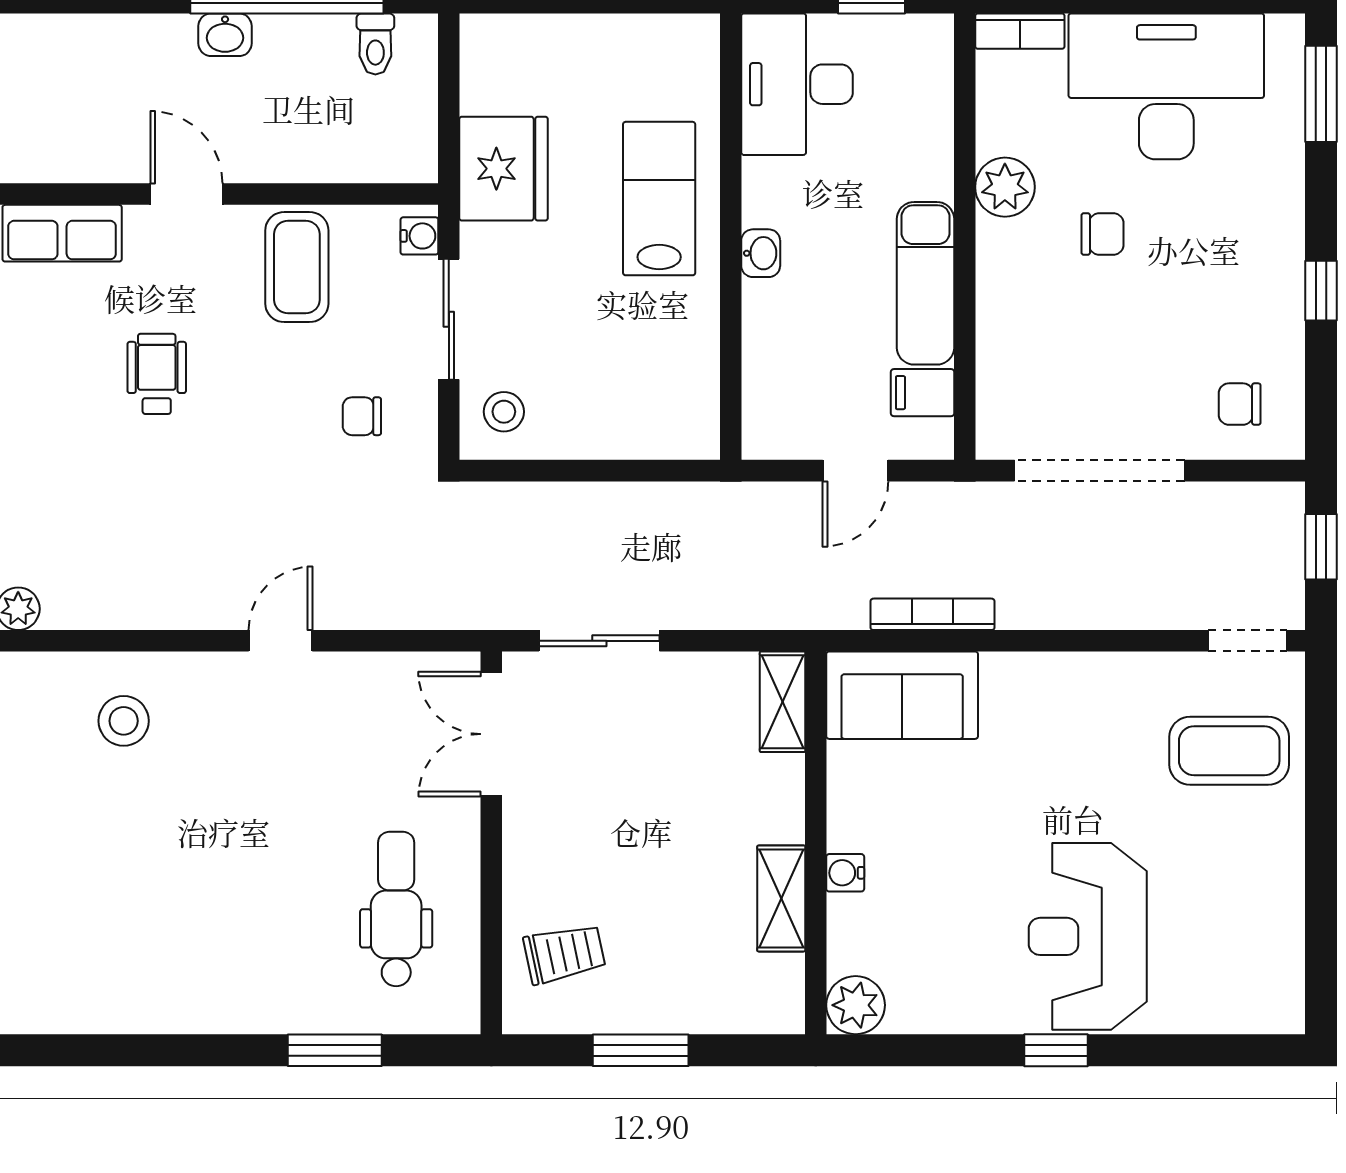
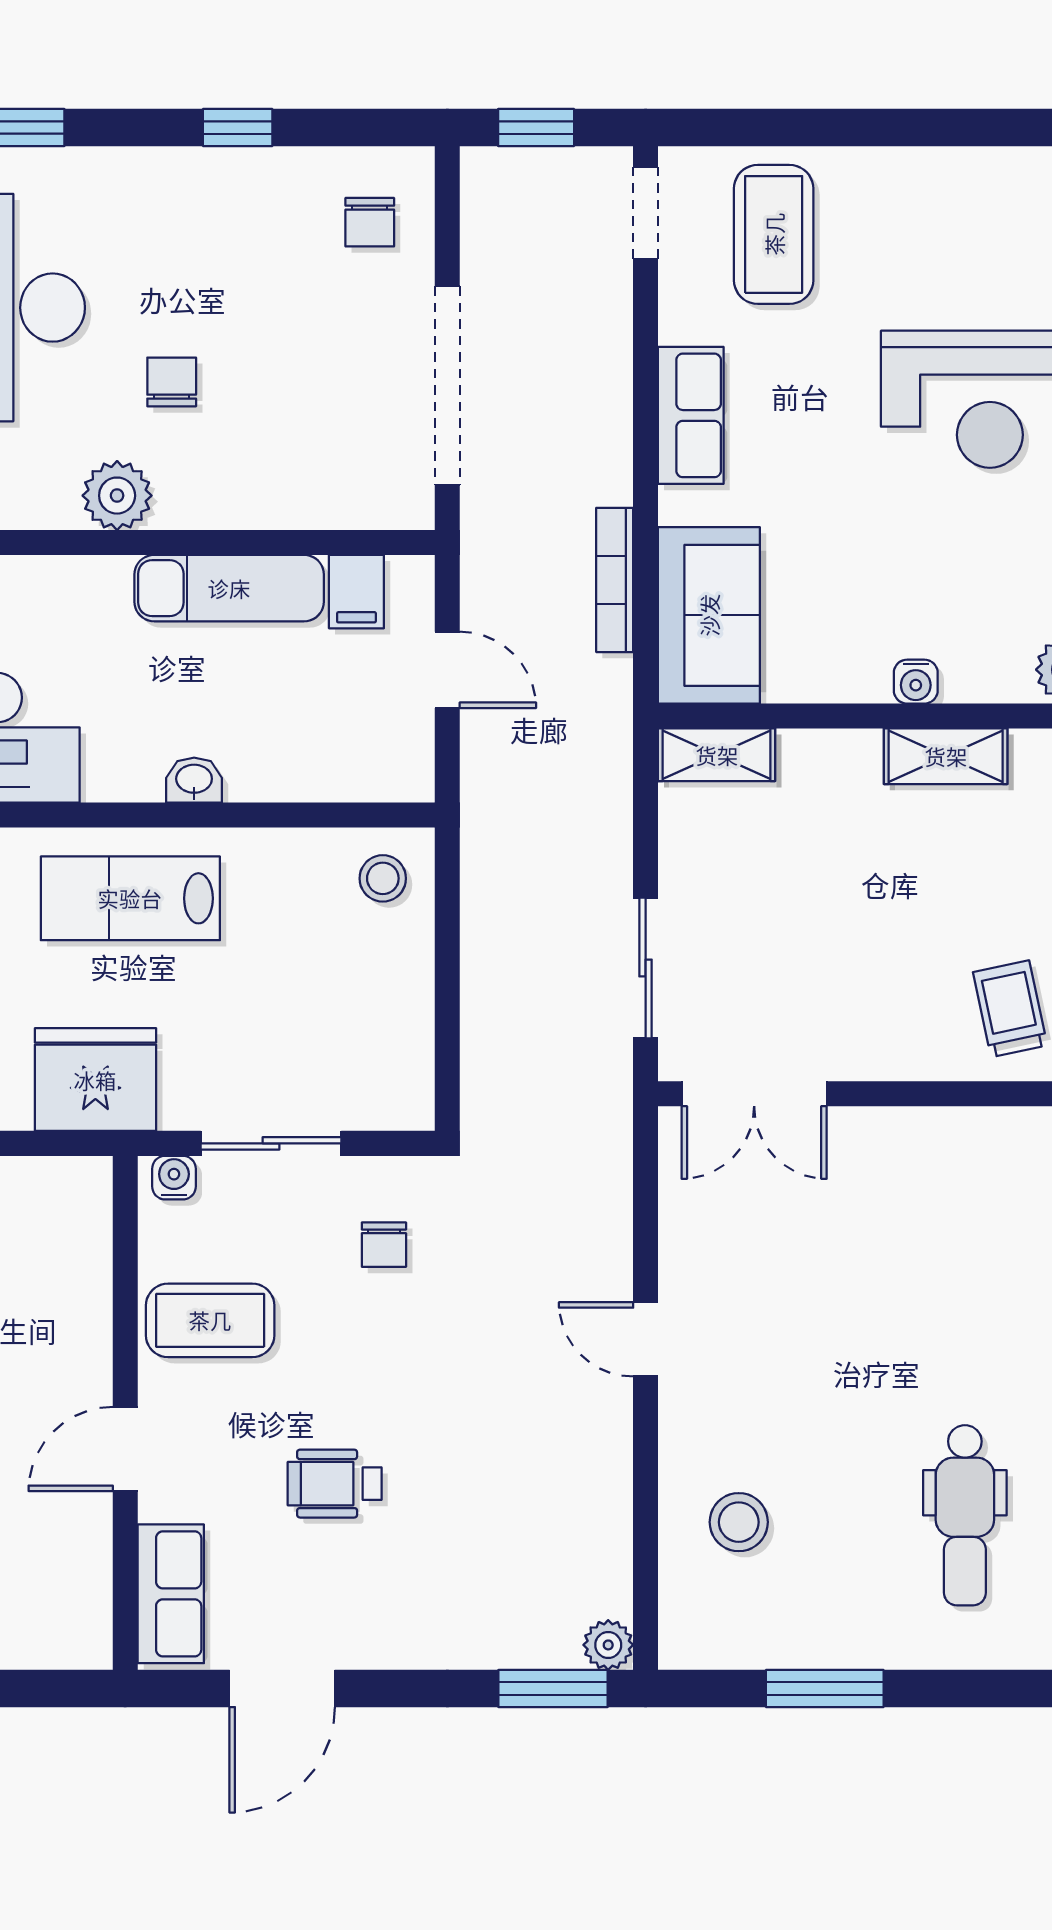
stool: (504, 412) -> (383, 878), moved
row of seats: (1074, 680) -> (691, 415), added
dental chair: (396, 909) -> (965, 1515), moved, turned -90

